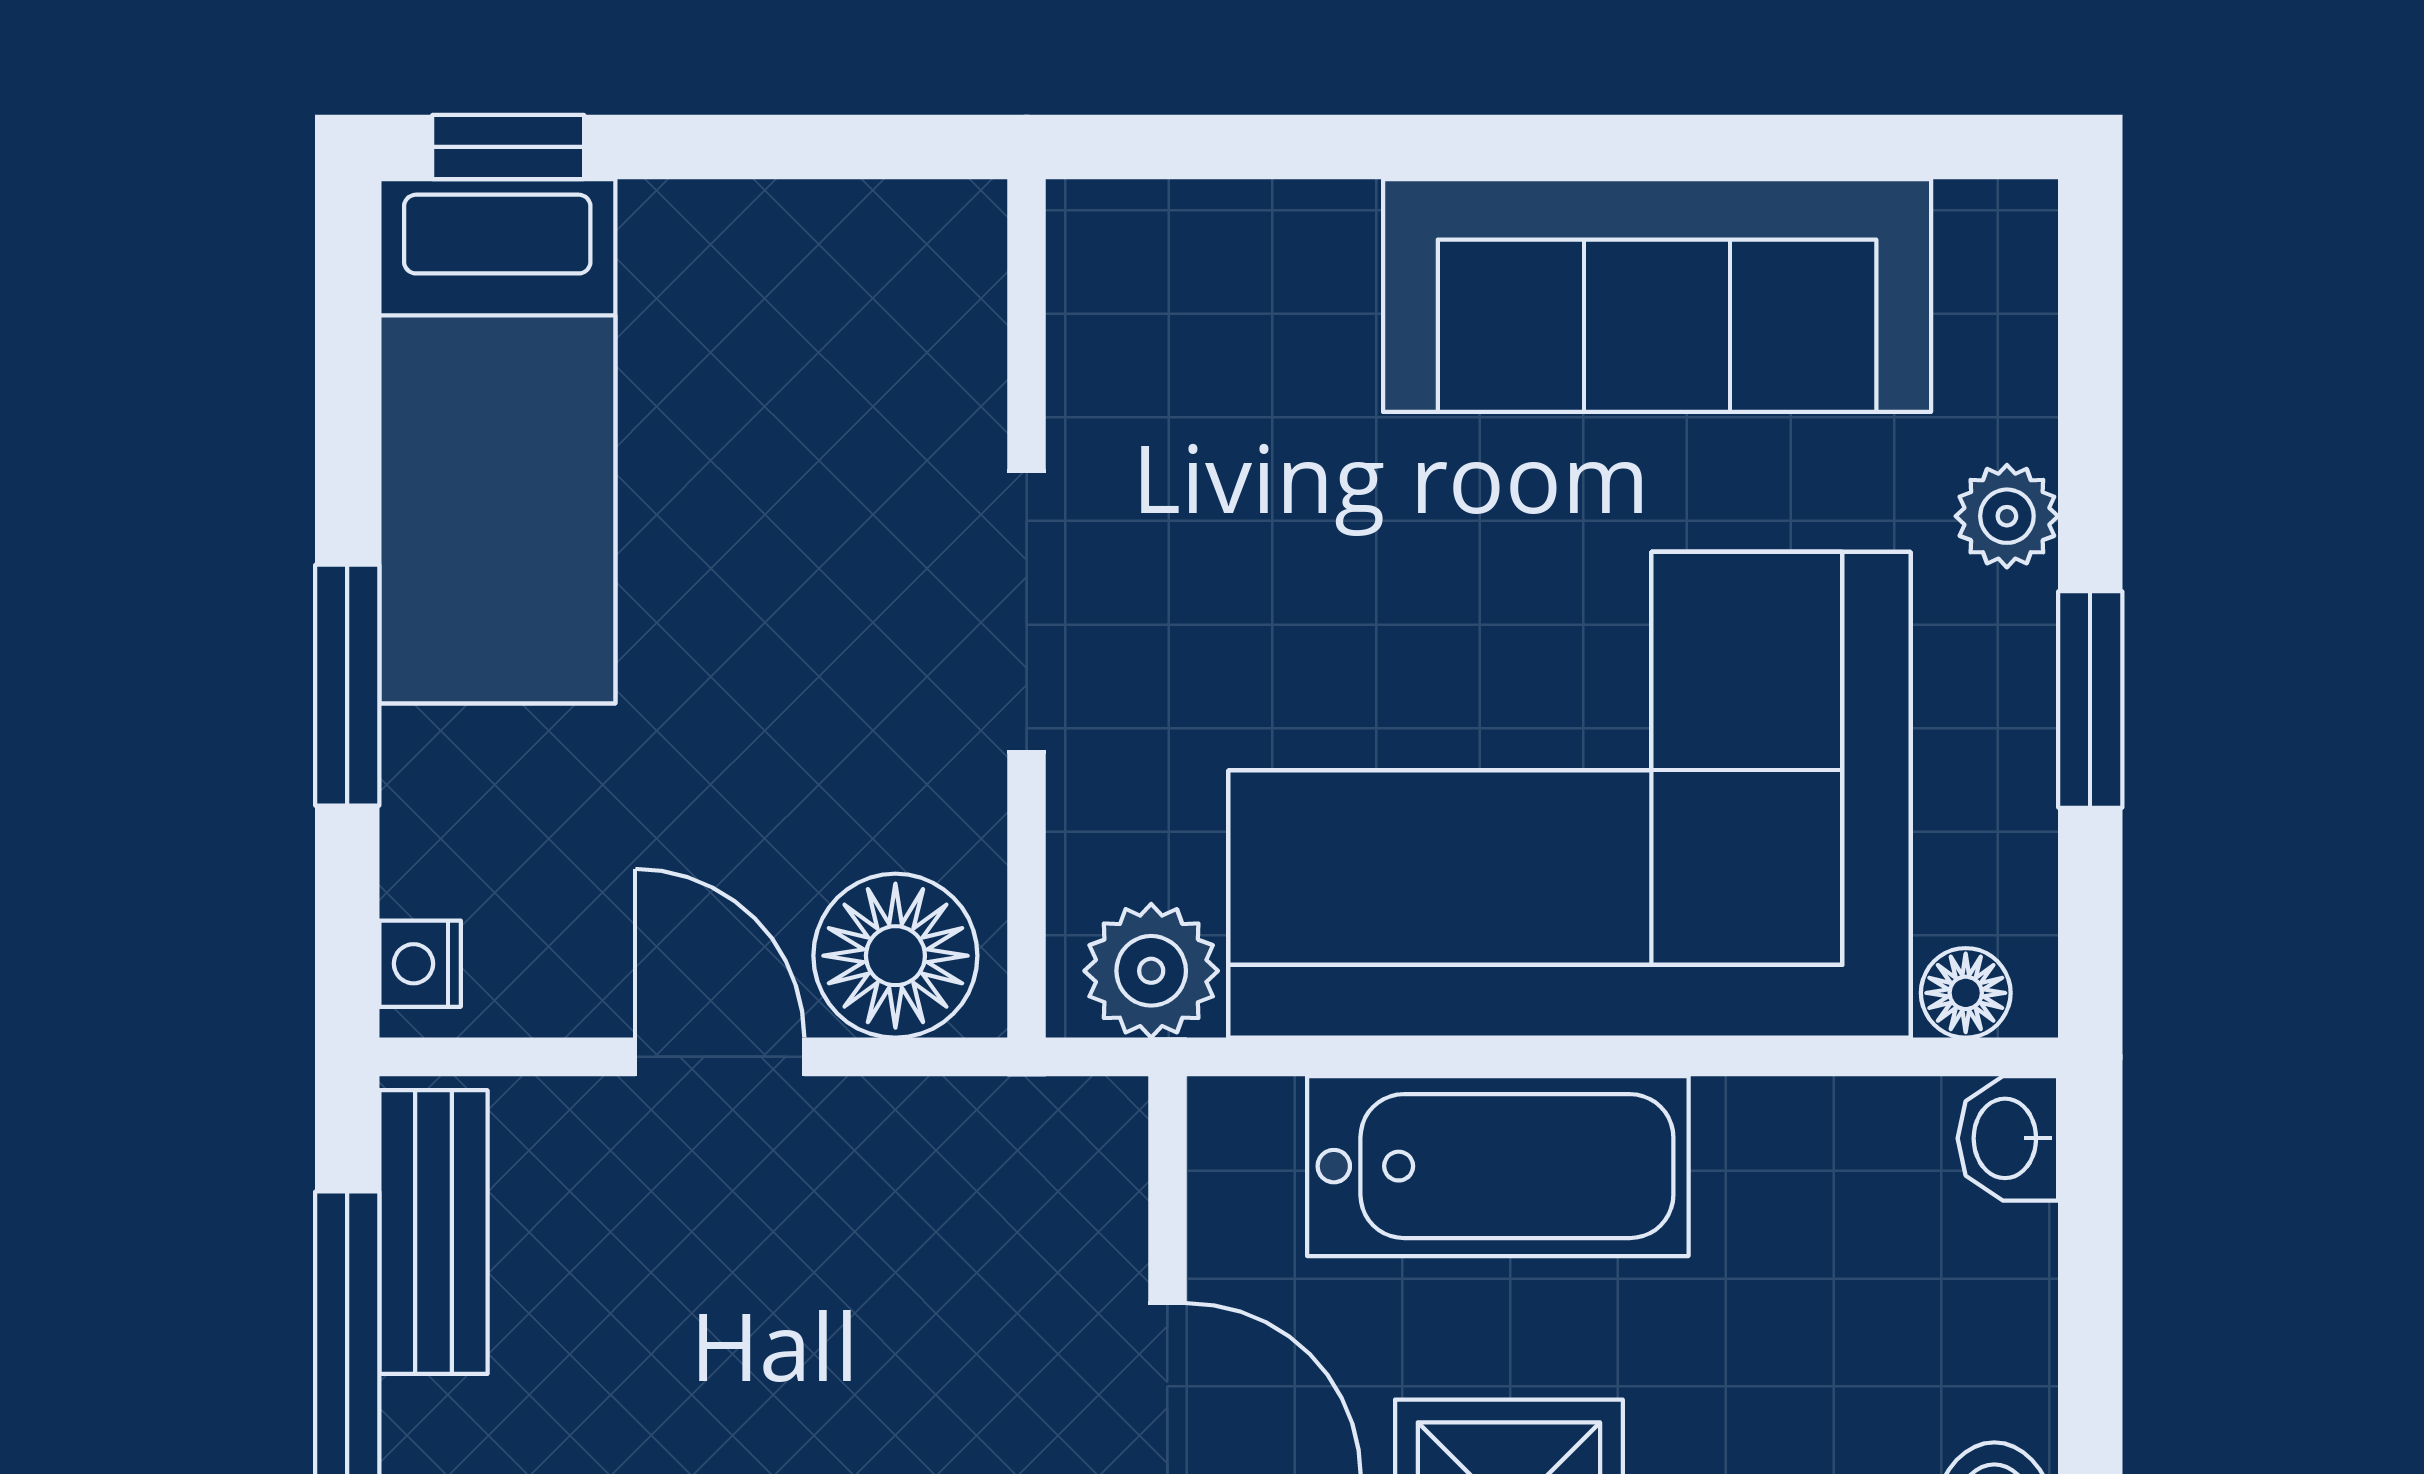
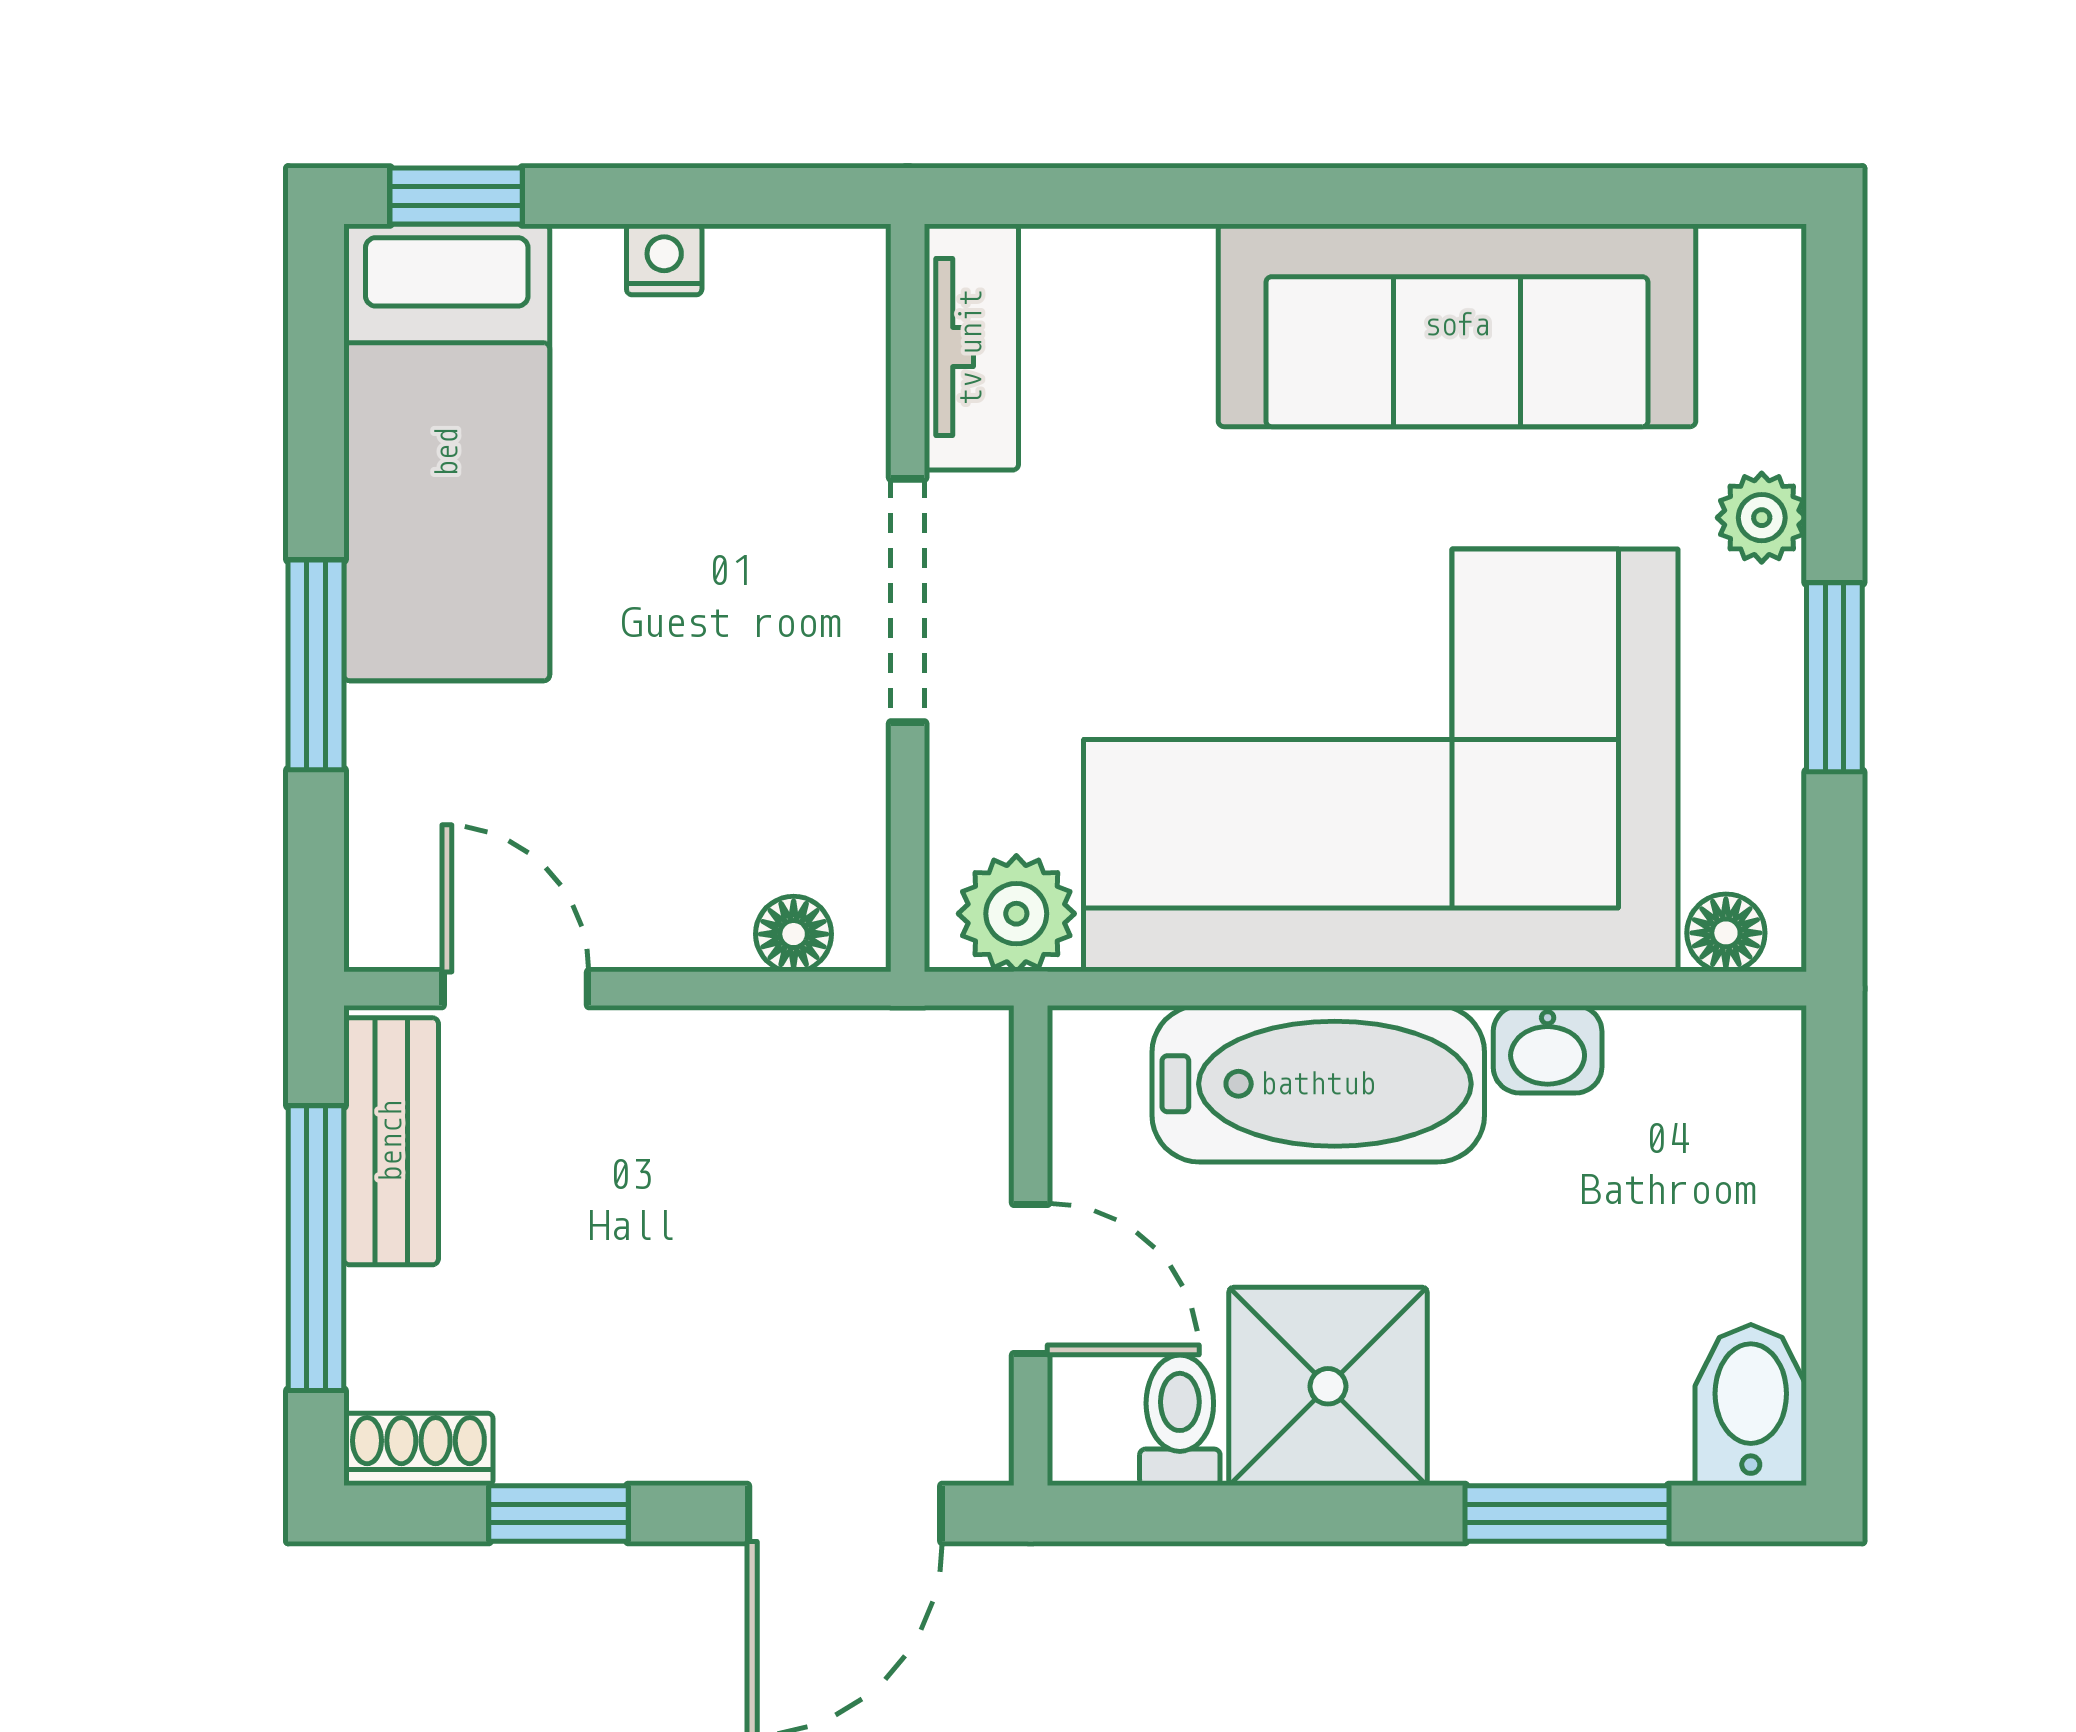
tv unit: (1100, 320) -> (971, 347), added
floor lamp: (895, 956) -> (794, 934), width x0.53, depth x0.53
nightstand: (420, 964) -> (664, 259), moved, turned 90
door: (720, 1057) -> (515, 989), moved
washbasin: (2008, 1138) -> (1548, 1049), moved, turned -90

